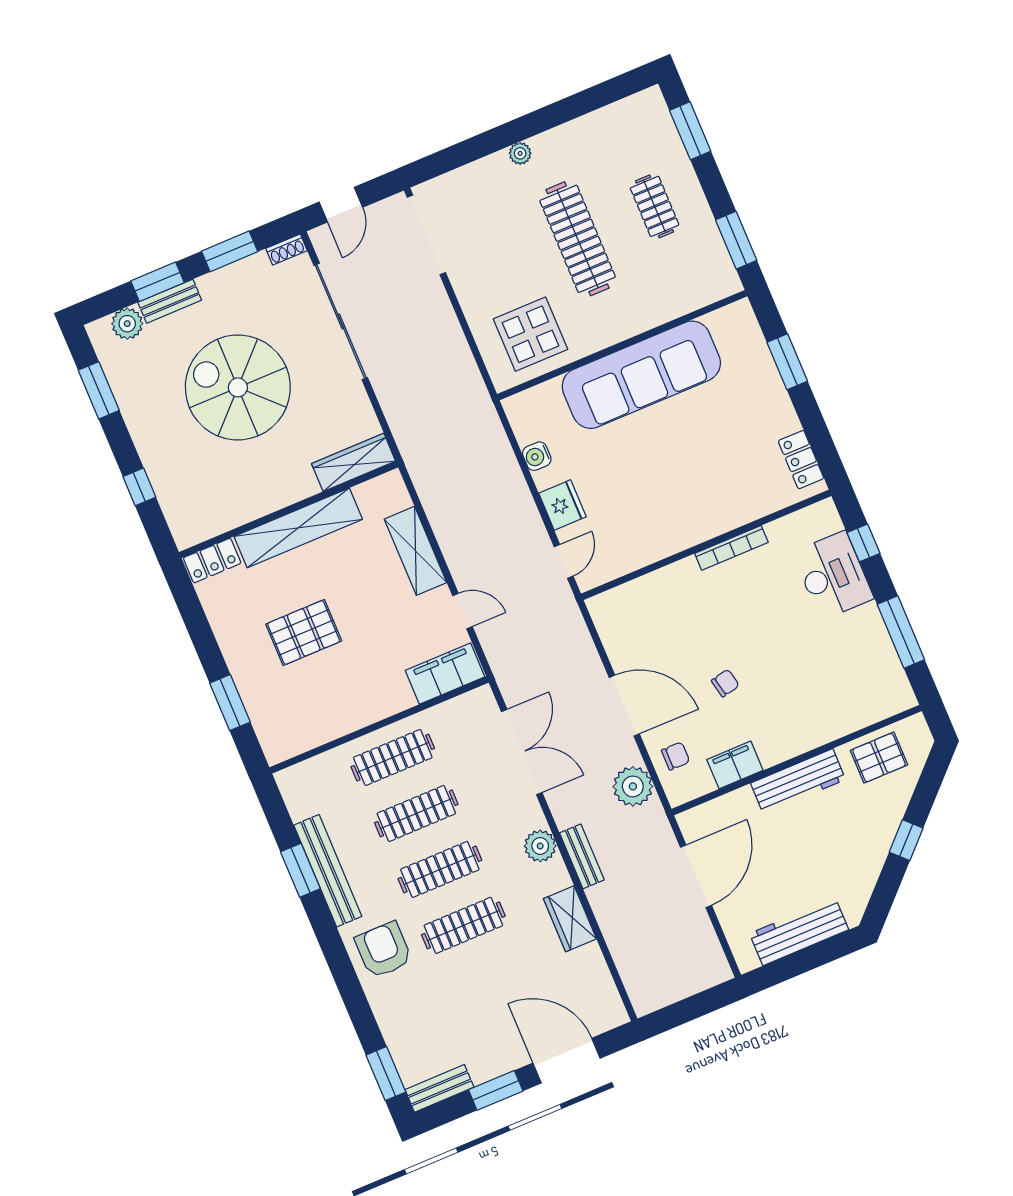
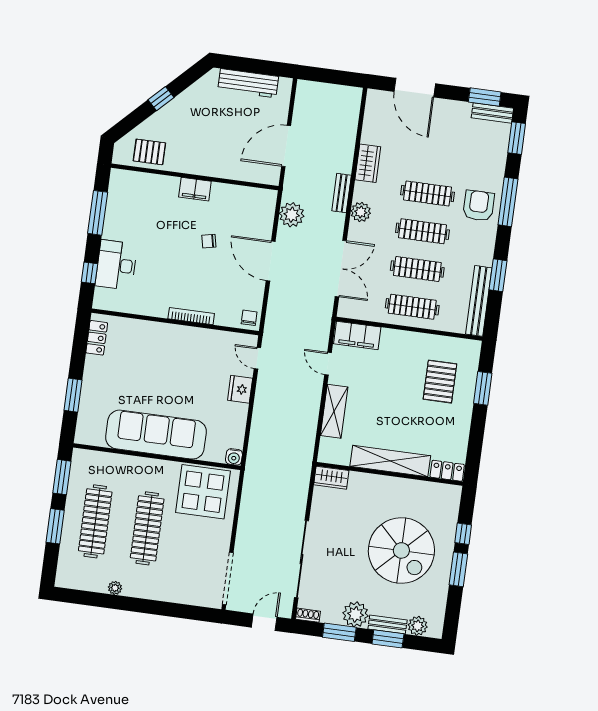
window: (690, 131) -> (55, 526), moved
plant: (520, 153) -> (115, 588), moved
clothes rail: (655, 206) -> (95, 521), width x1.86, depth x1.31
plant: (222, 289) -> (355, 614), added
display table: (531, 334) -> (203, 492), width x1.36, depth x1.36
spiral stairs: (238, 387) -> (401, 550), moved
window: (99, 390) -> (458, 569), moved
water cooler: (537, 456) -> (234, 457), moved, turned 90
wardrobe: (354, 462) -> (331, 478), width x0.67
bookcase: (731, 548) -> (191, 316), moved
door: (564, 561) -> (257, 358), hinge flipped
pallet: (304, 632) -> (440, 382), moved, turned 90
double door: (522, 752) -> (341, 269), swing flipped
chair: (676, 756) -> (249, 318), moved, turned 90
filing cabinet: (735, 765) -> (195, 189), moved
workbench: (798, 781) -> (201, 165), removed
bench: (328, 871) -> (479, 301), moved
armchair: (383, 950) -> (479, 206), turned 180
window: (346, 979) -> (508, 202), added
window: (496, 1090) -> (485, 97), moved

